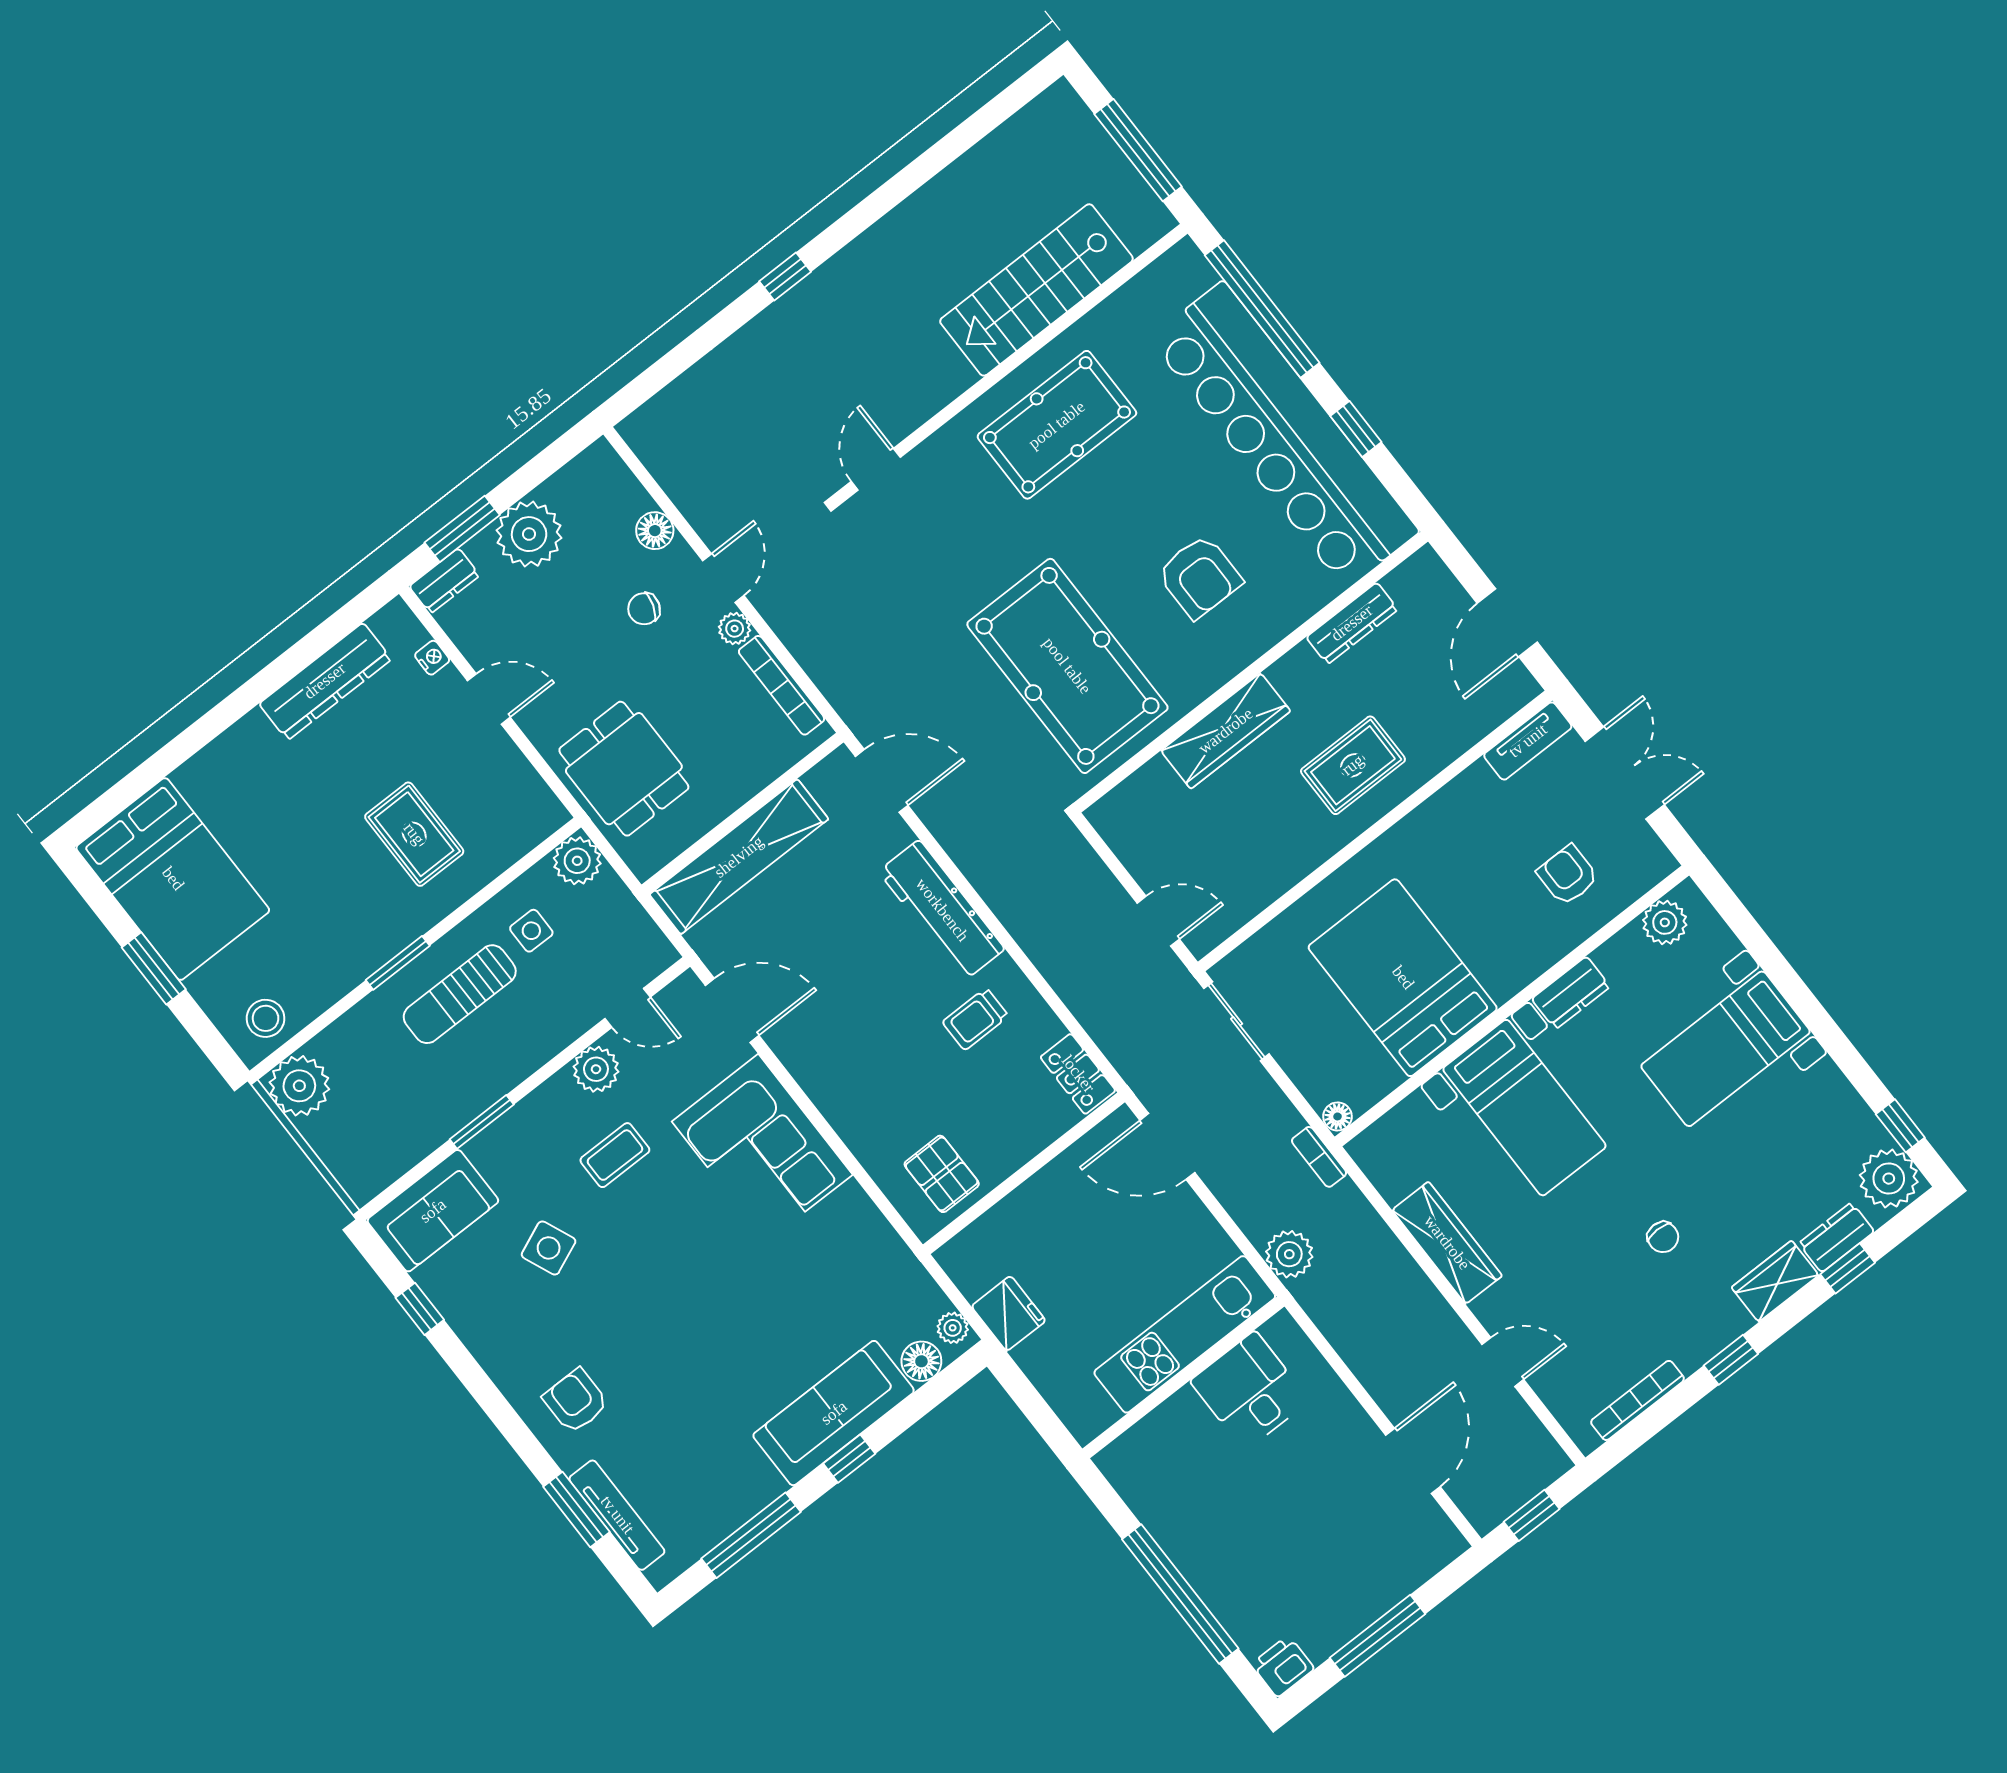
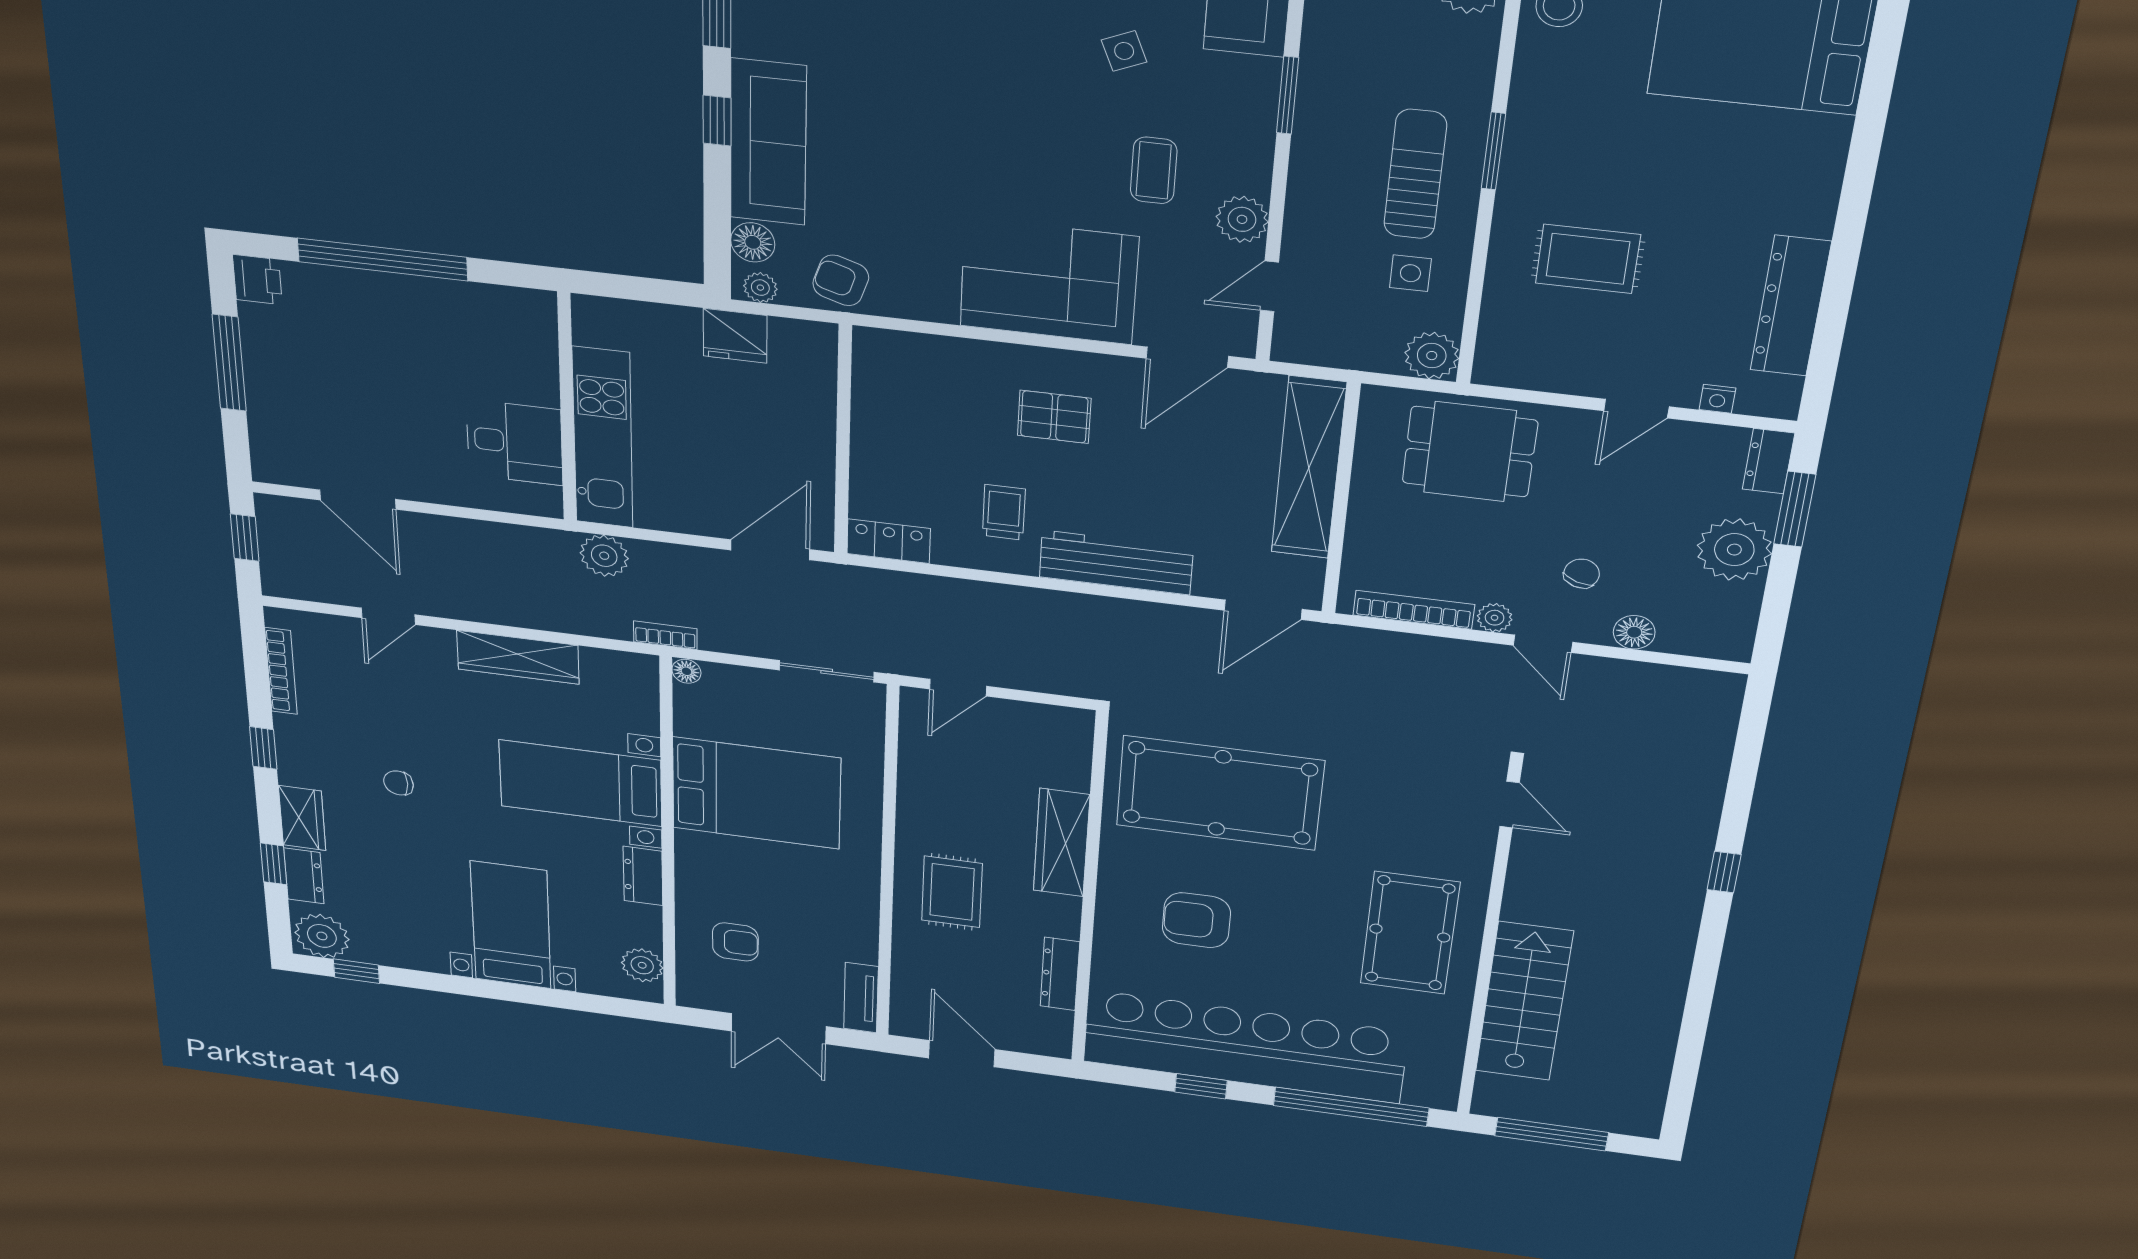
pallet: (942, 1174) -> (1054, 417), moved
side table: (549, 1248) -> (1124, 51), width x0.73, depth x0.73
armchair: (895, 1281) -> (841, 280), added

